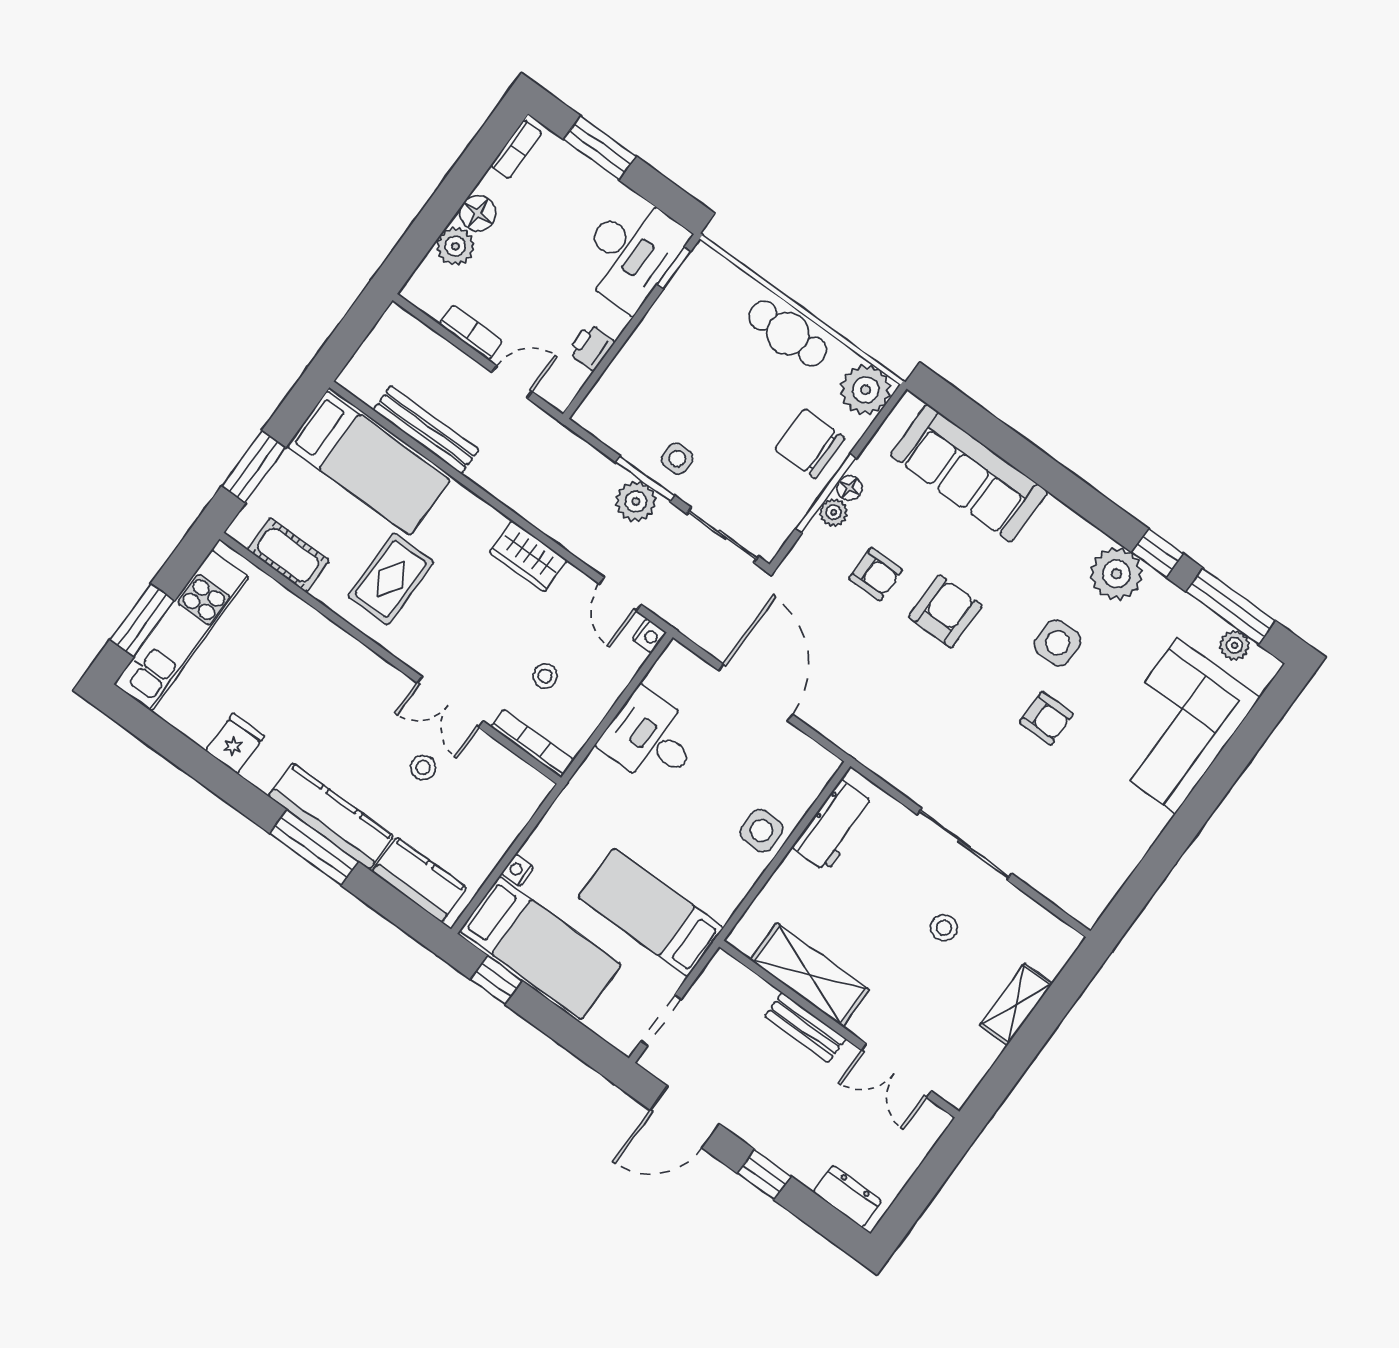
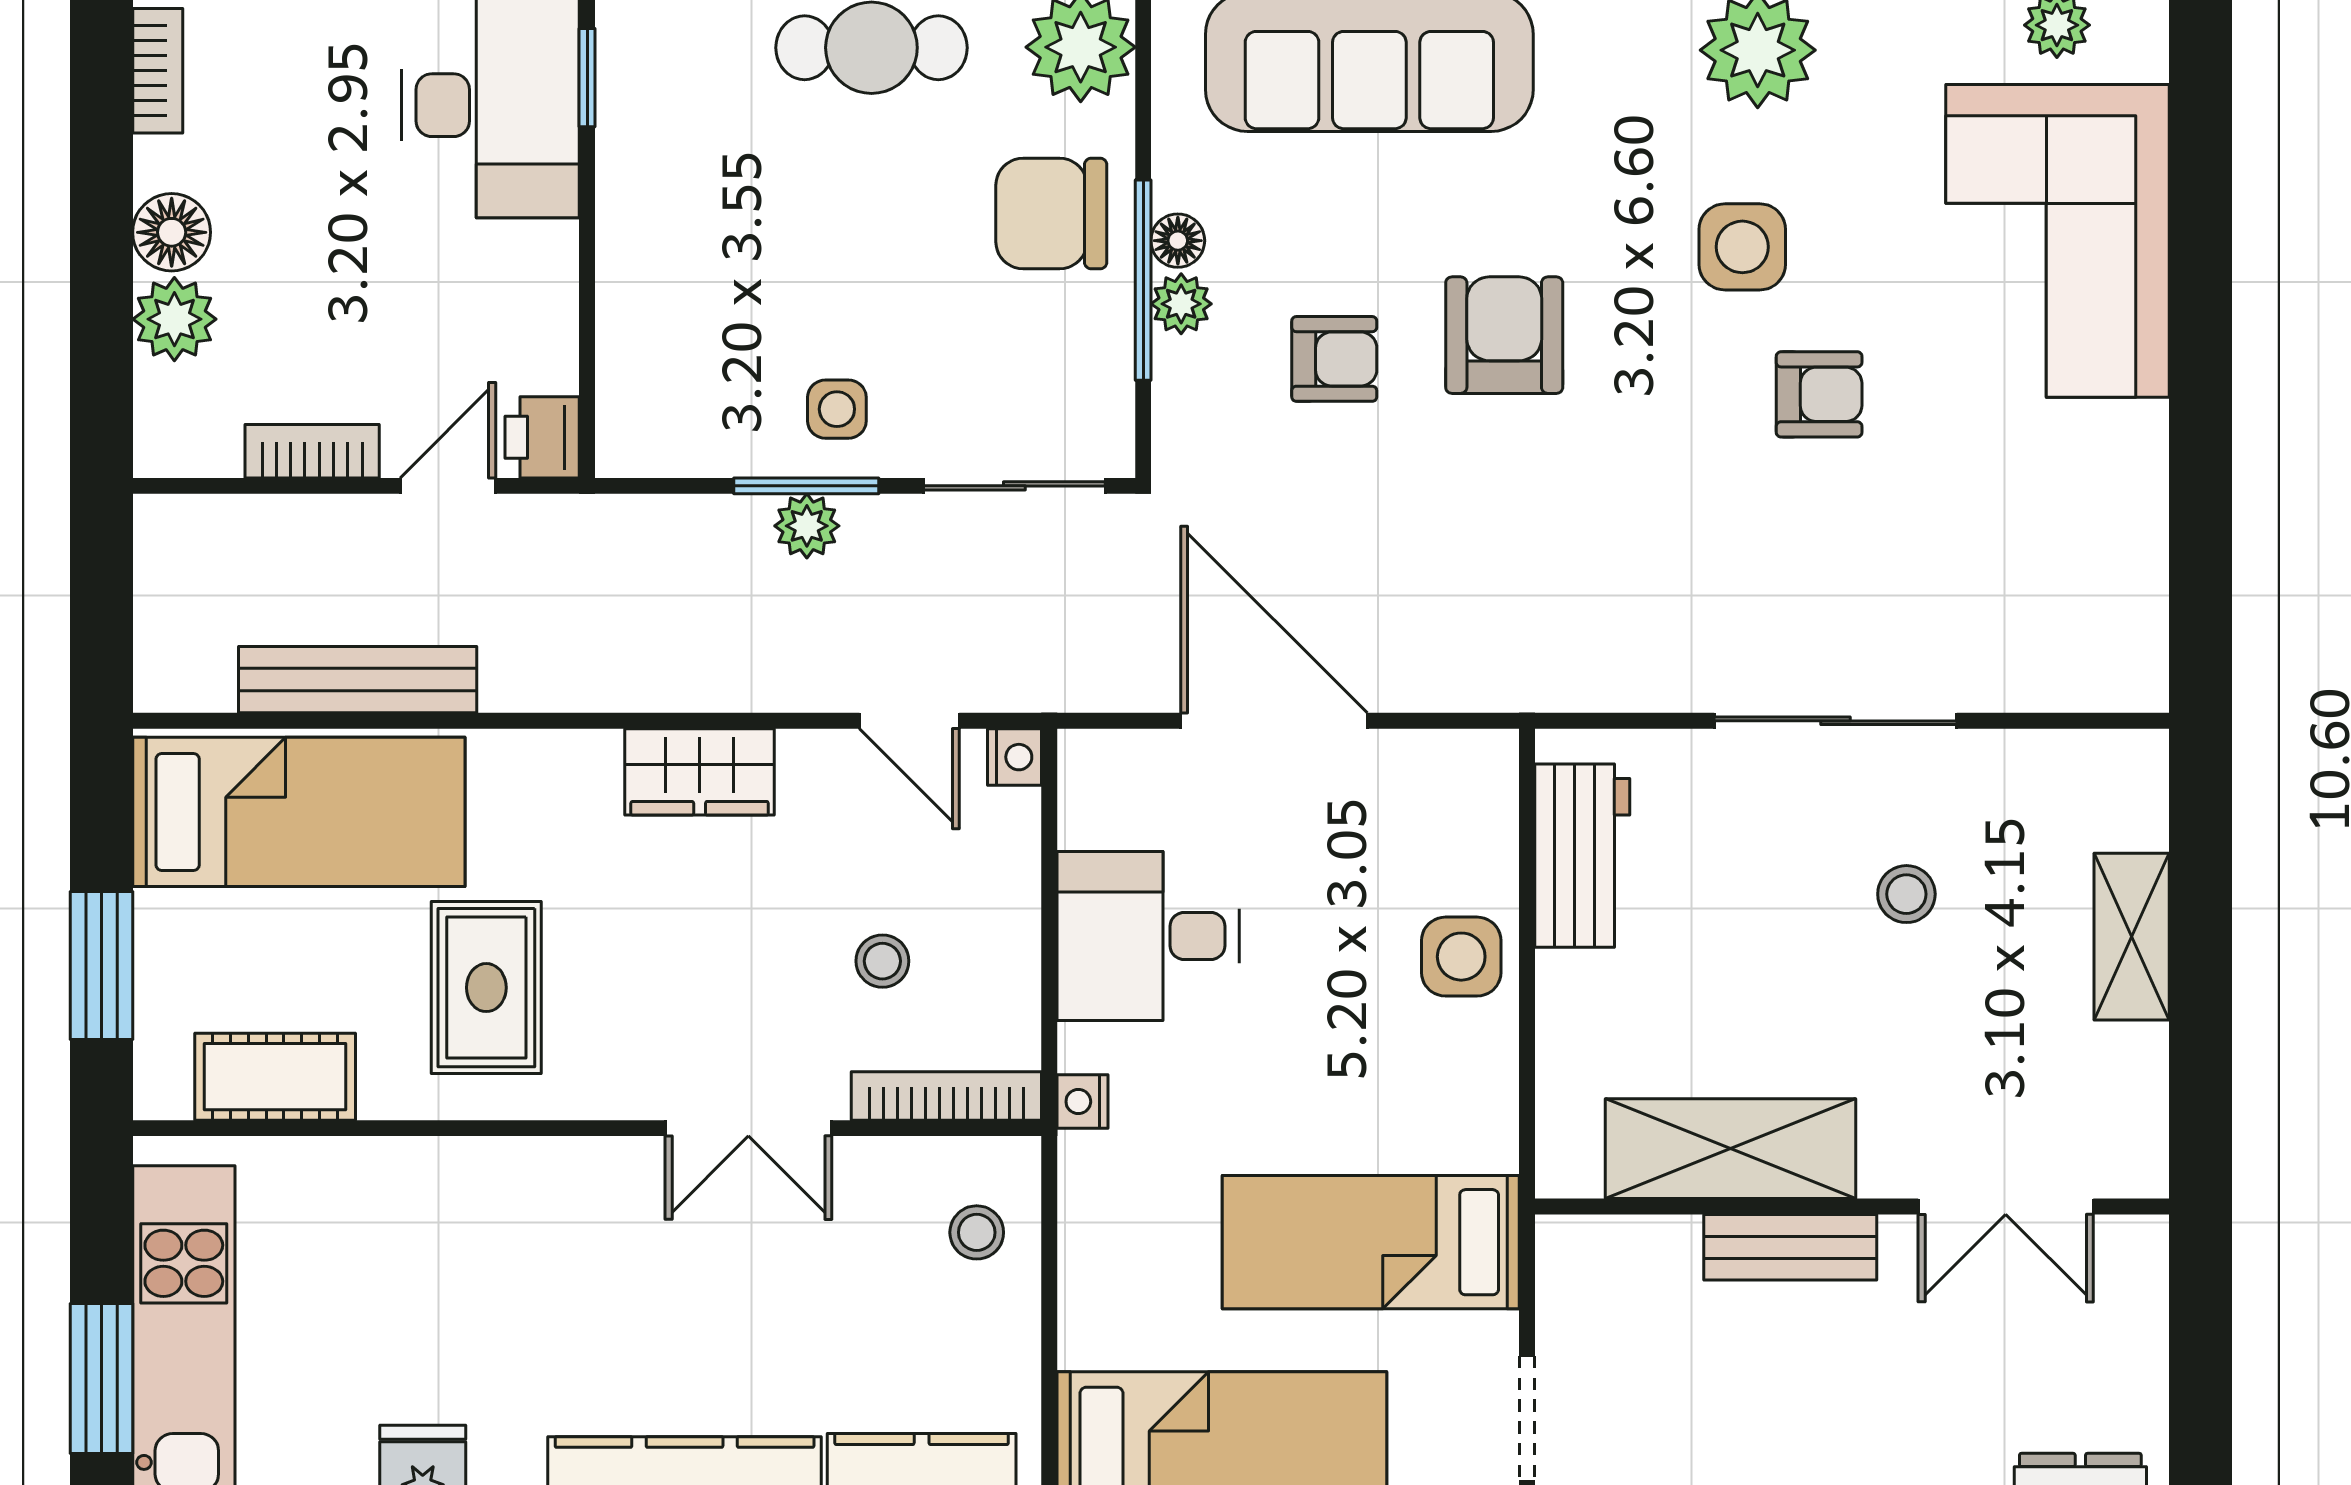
printer: (591, 347) -> (542, 437), moved
plant: (636, 502) -> (807, 526), width x0.73, depth x0.73
stool: (423, 767) -> (977, 1232), moved
nightstand: (518, 870) -> (1082, 1102), moved

